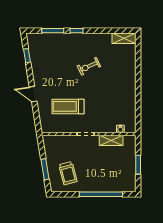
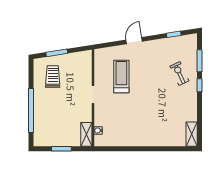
exercise bike: (89, 66) -> (179, 73), moved
shelving: (111, 140) -> (86, 134), moved
trolley: (68, 173) -> (53, 76), turned 105

